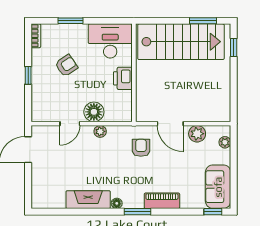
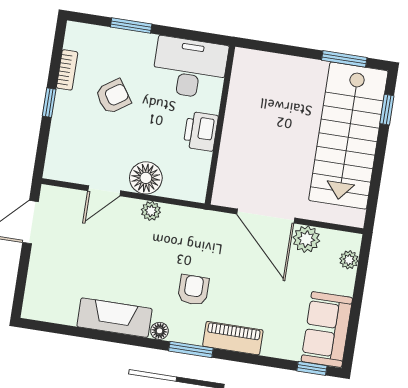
bookcase: (36, 36) -> (67, 70), moved
stairs: (181, 42) -> (348, 136), moved, turned 90
door: (170, 124) -> (266, 216), width x1.36
armchair: (141, 148) -> (193, 290), moved

